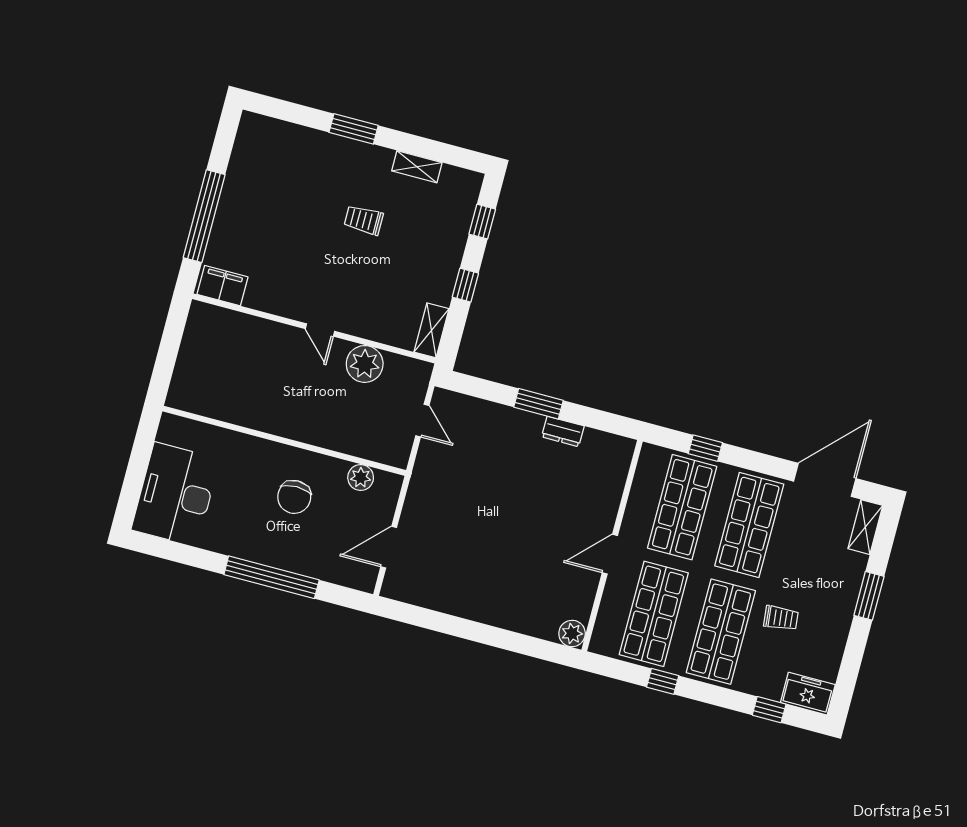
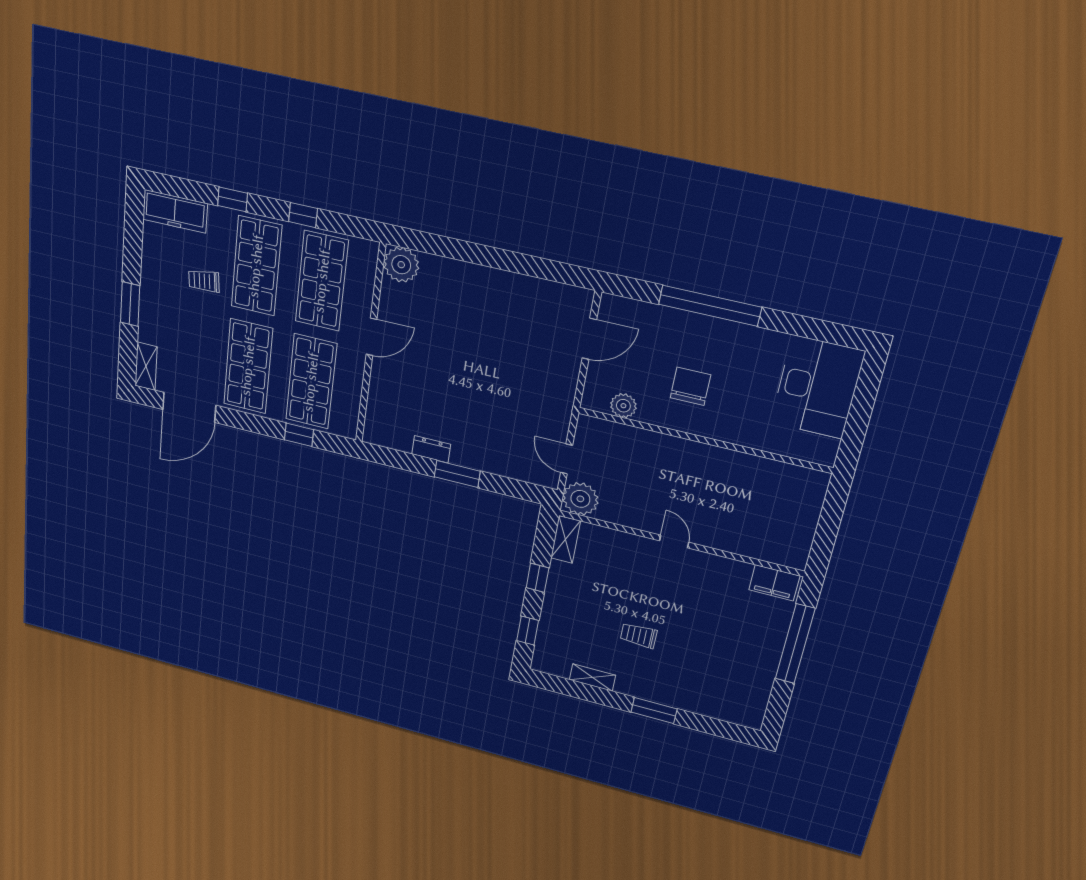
trolley: (364, 220) -> (639, 635), turned 180
plant: (365, 364) -> (580, 499), moved
plant: (572, 634) -> (401, 265), width x1.36, depth x1.36
freezer: (808, 694) -> (175, 211), width x1.40
window: (769, 710) -> (233, 199), moved

